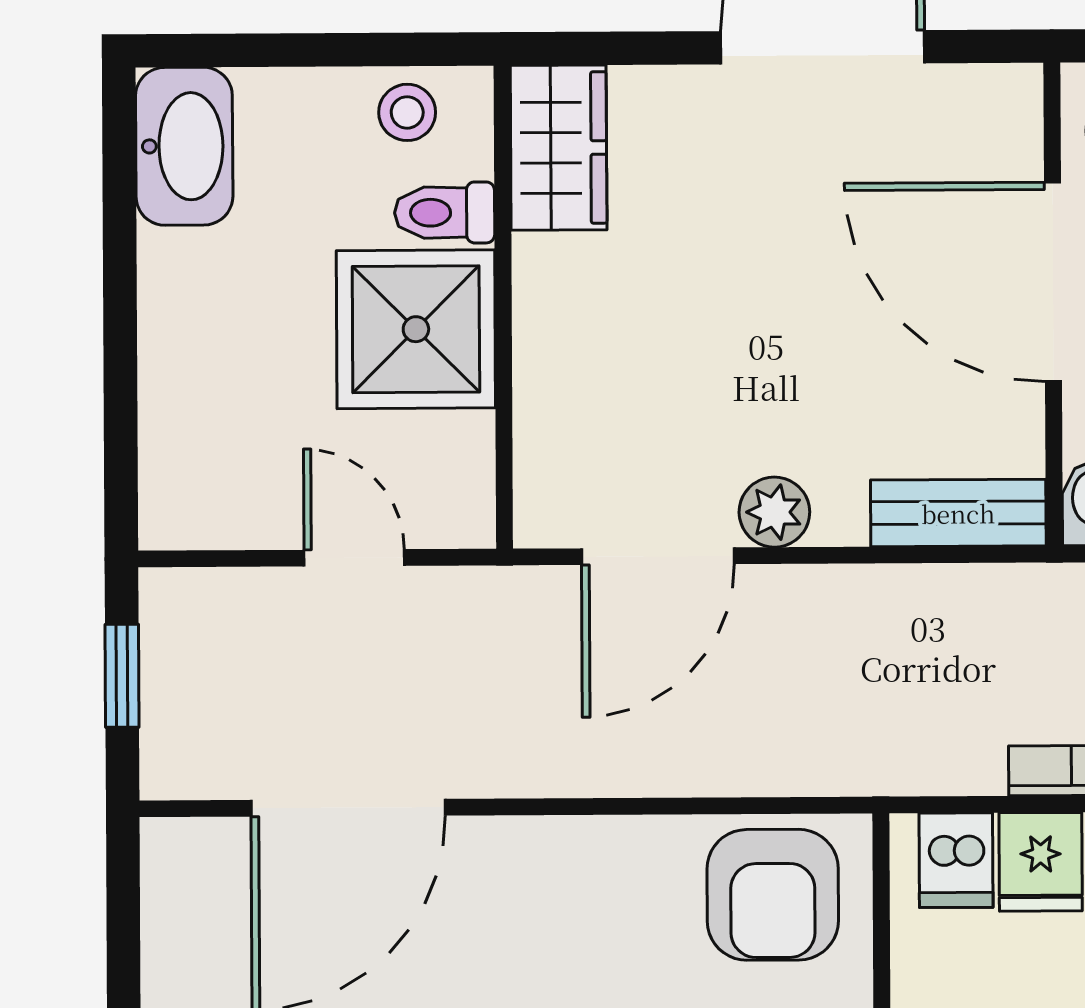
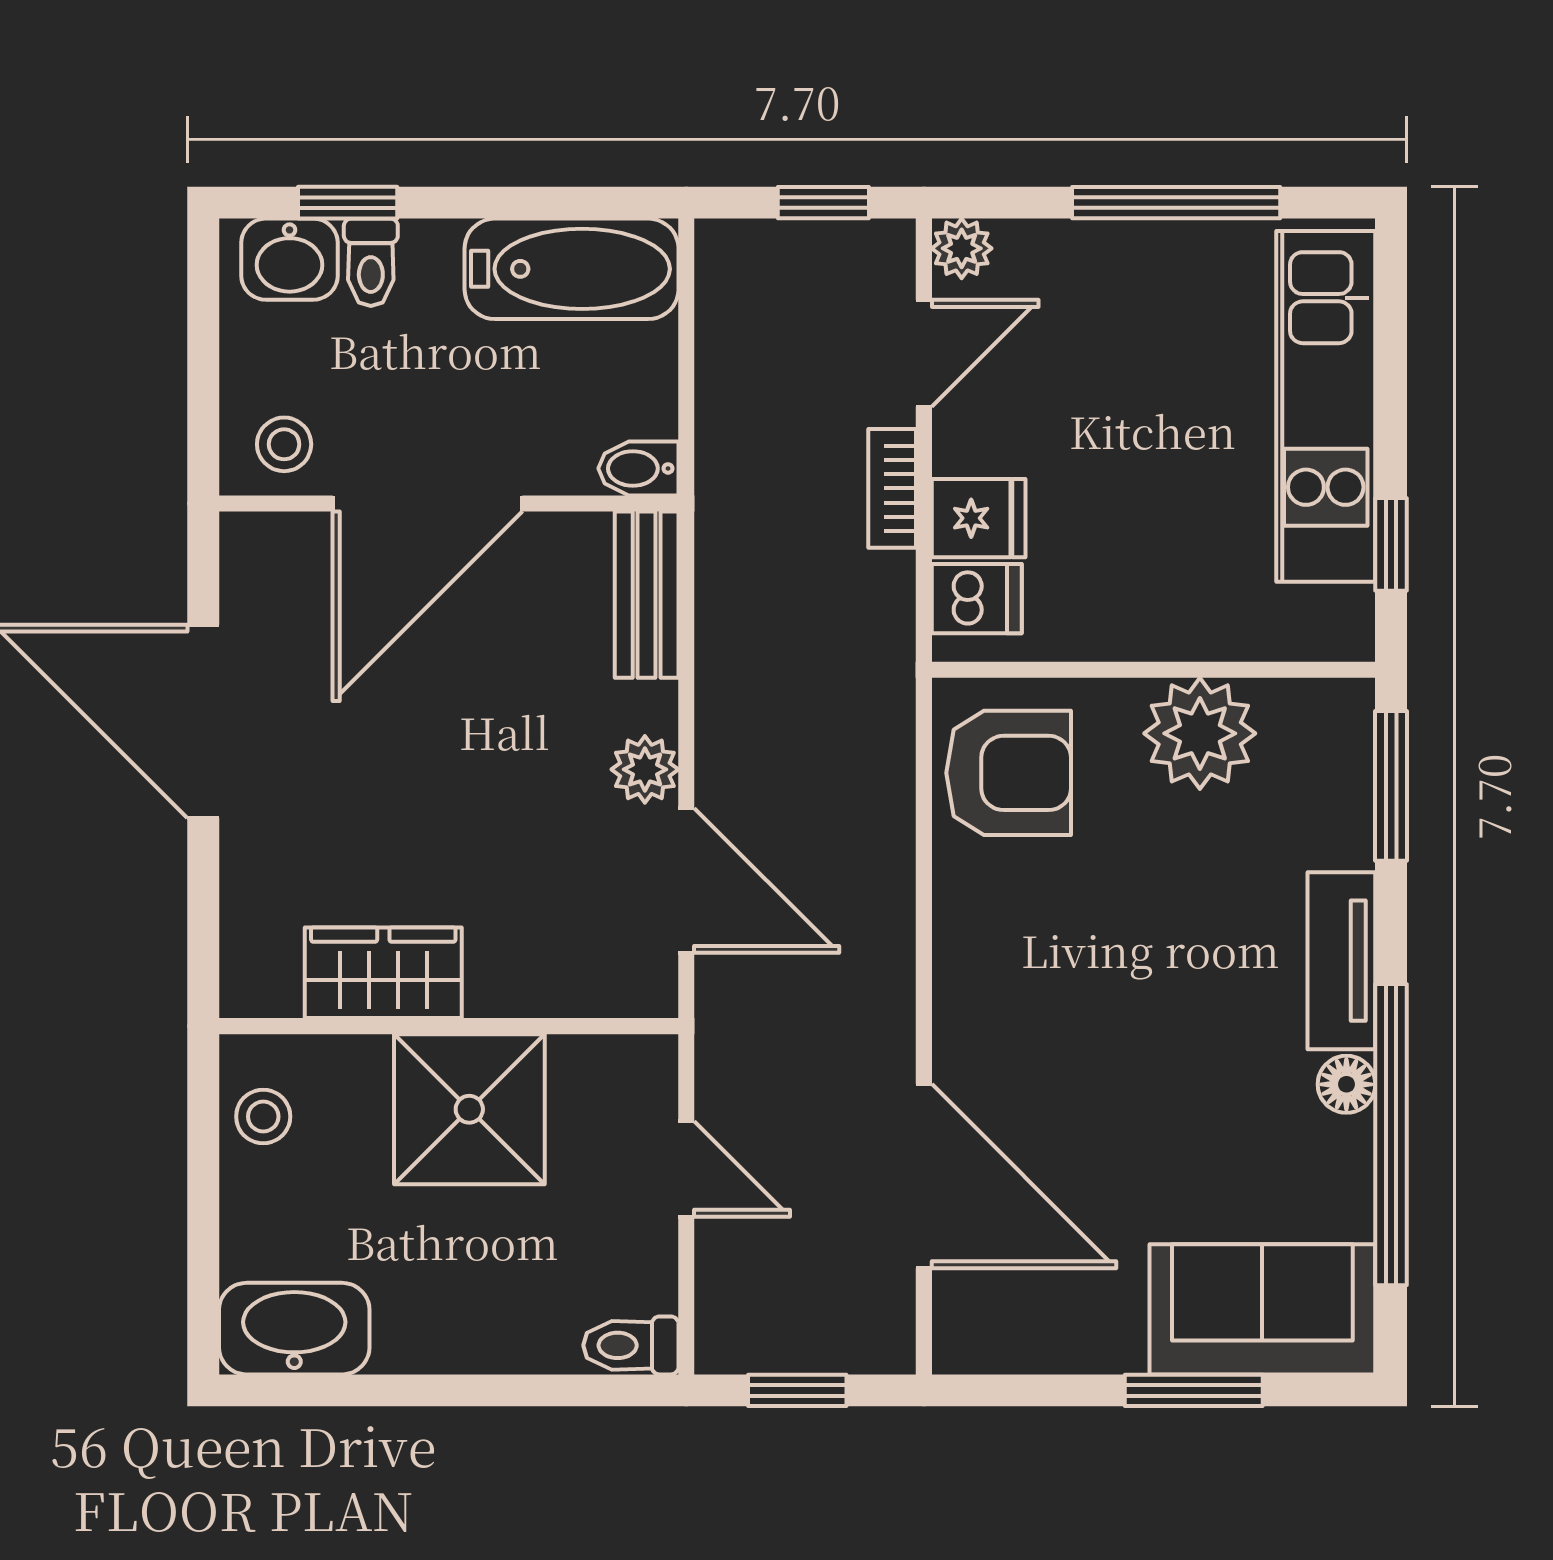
wardrobe: (559, 148) -> (383, 973), moved
toilet: (445, 213) -> (631, 1345), moved, turned 90
door: (354, 558) -> (686, 1169), swing flipped

